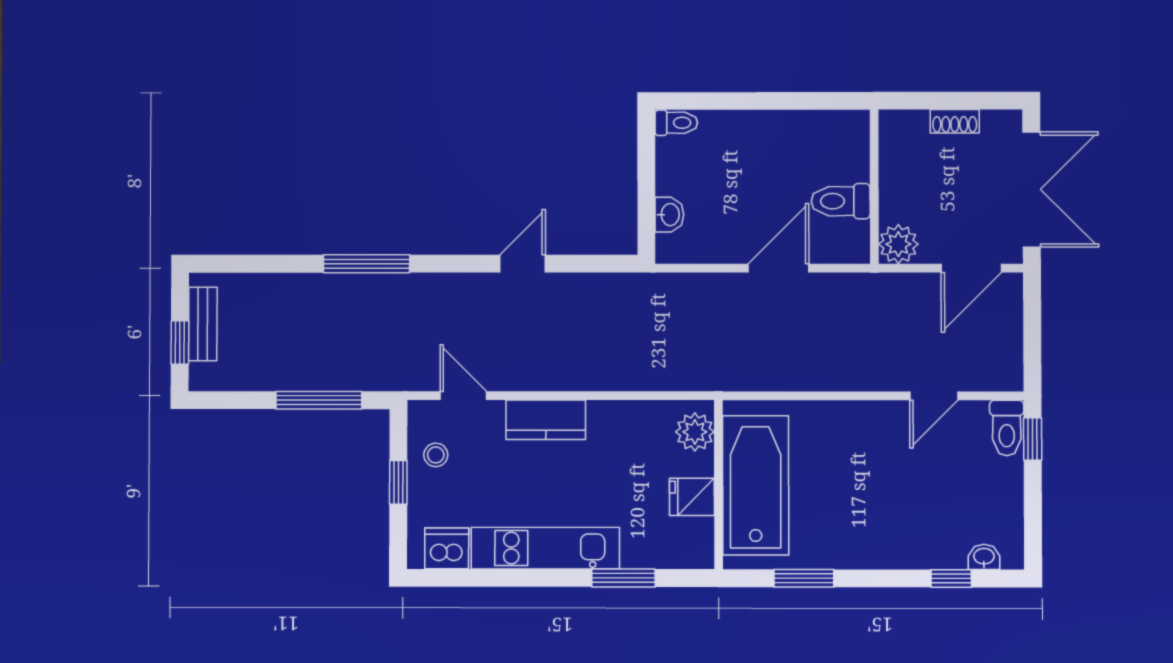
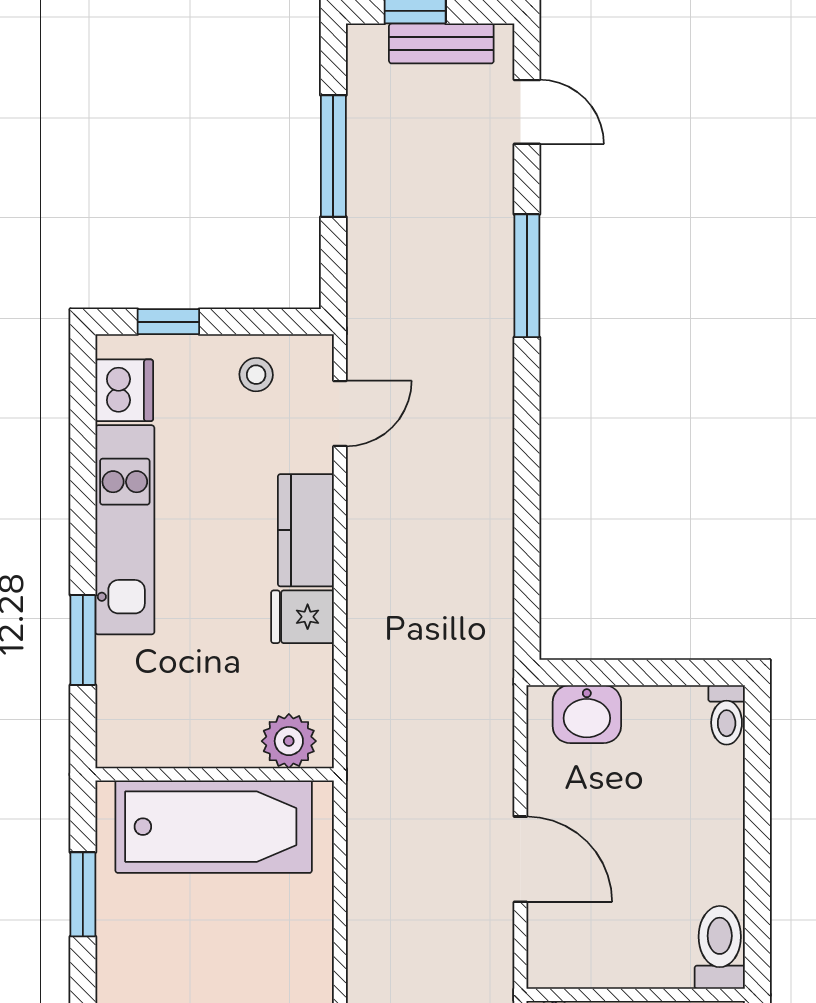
toilet: (841, 201) -> (720, 947), moved
washbasin: (669, 215) -> (587, 714), width x1.38, depth x1.45
door: (523, 264) -> (527, 112), moved
window: (319, 400) -> (333, 156), moved
window: (398, 482) -> (168, 322), moved
fridge: (692, 497) -> (303, 617), moved, turned -90

